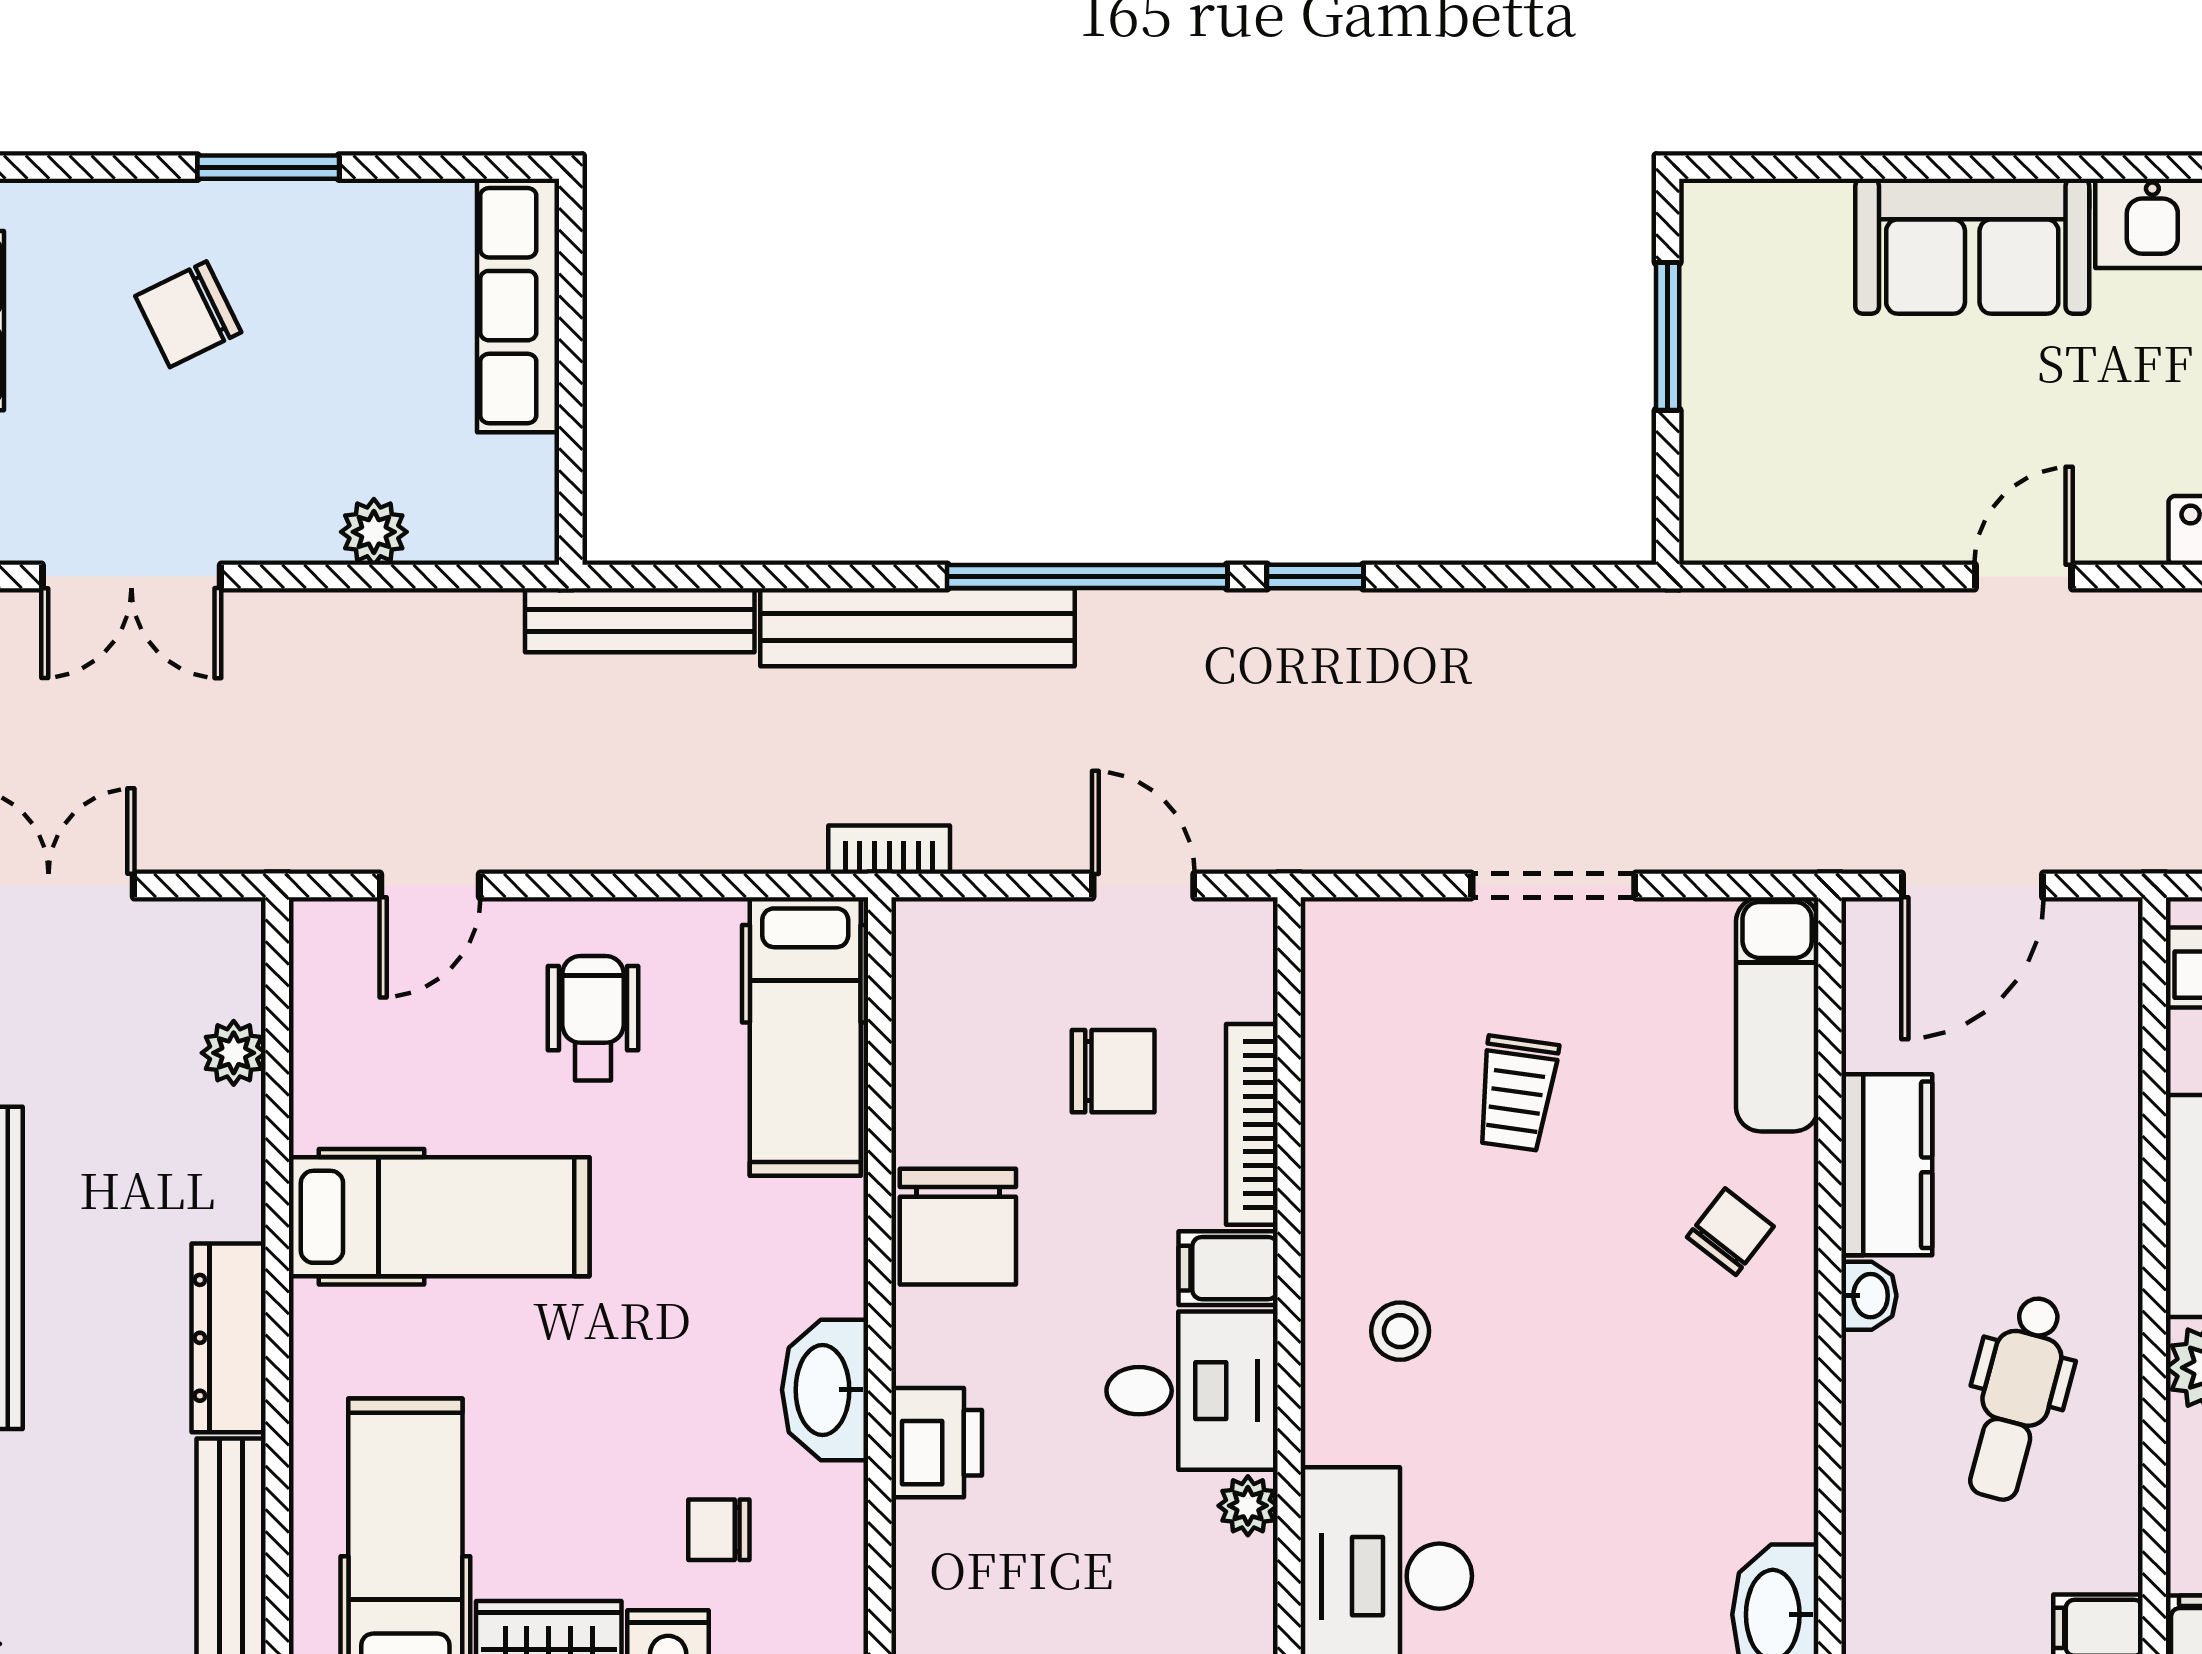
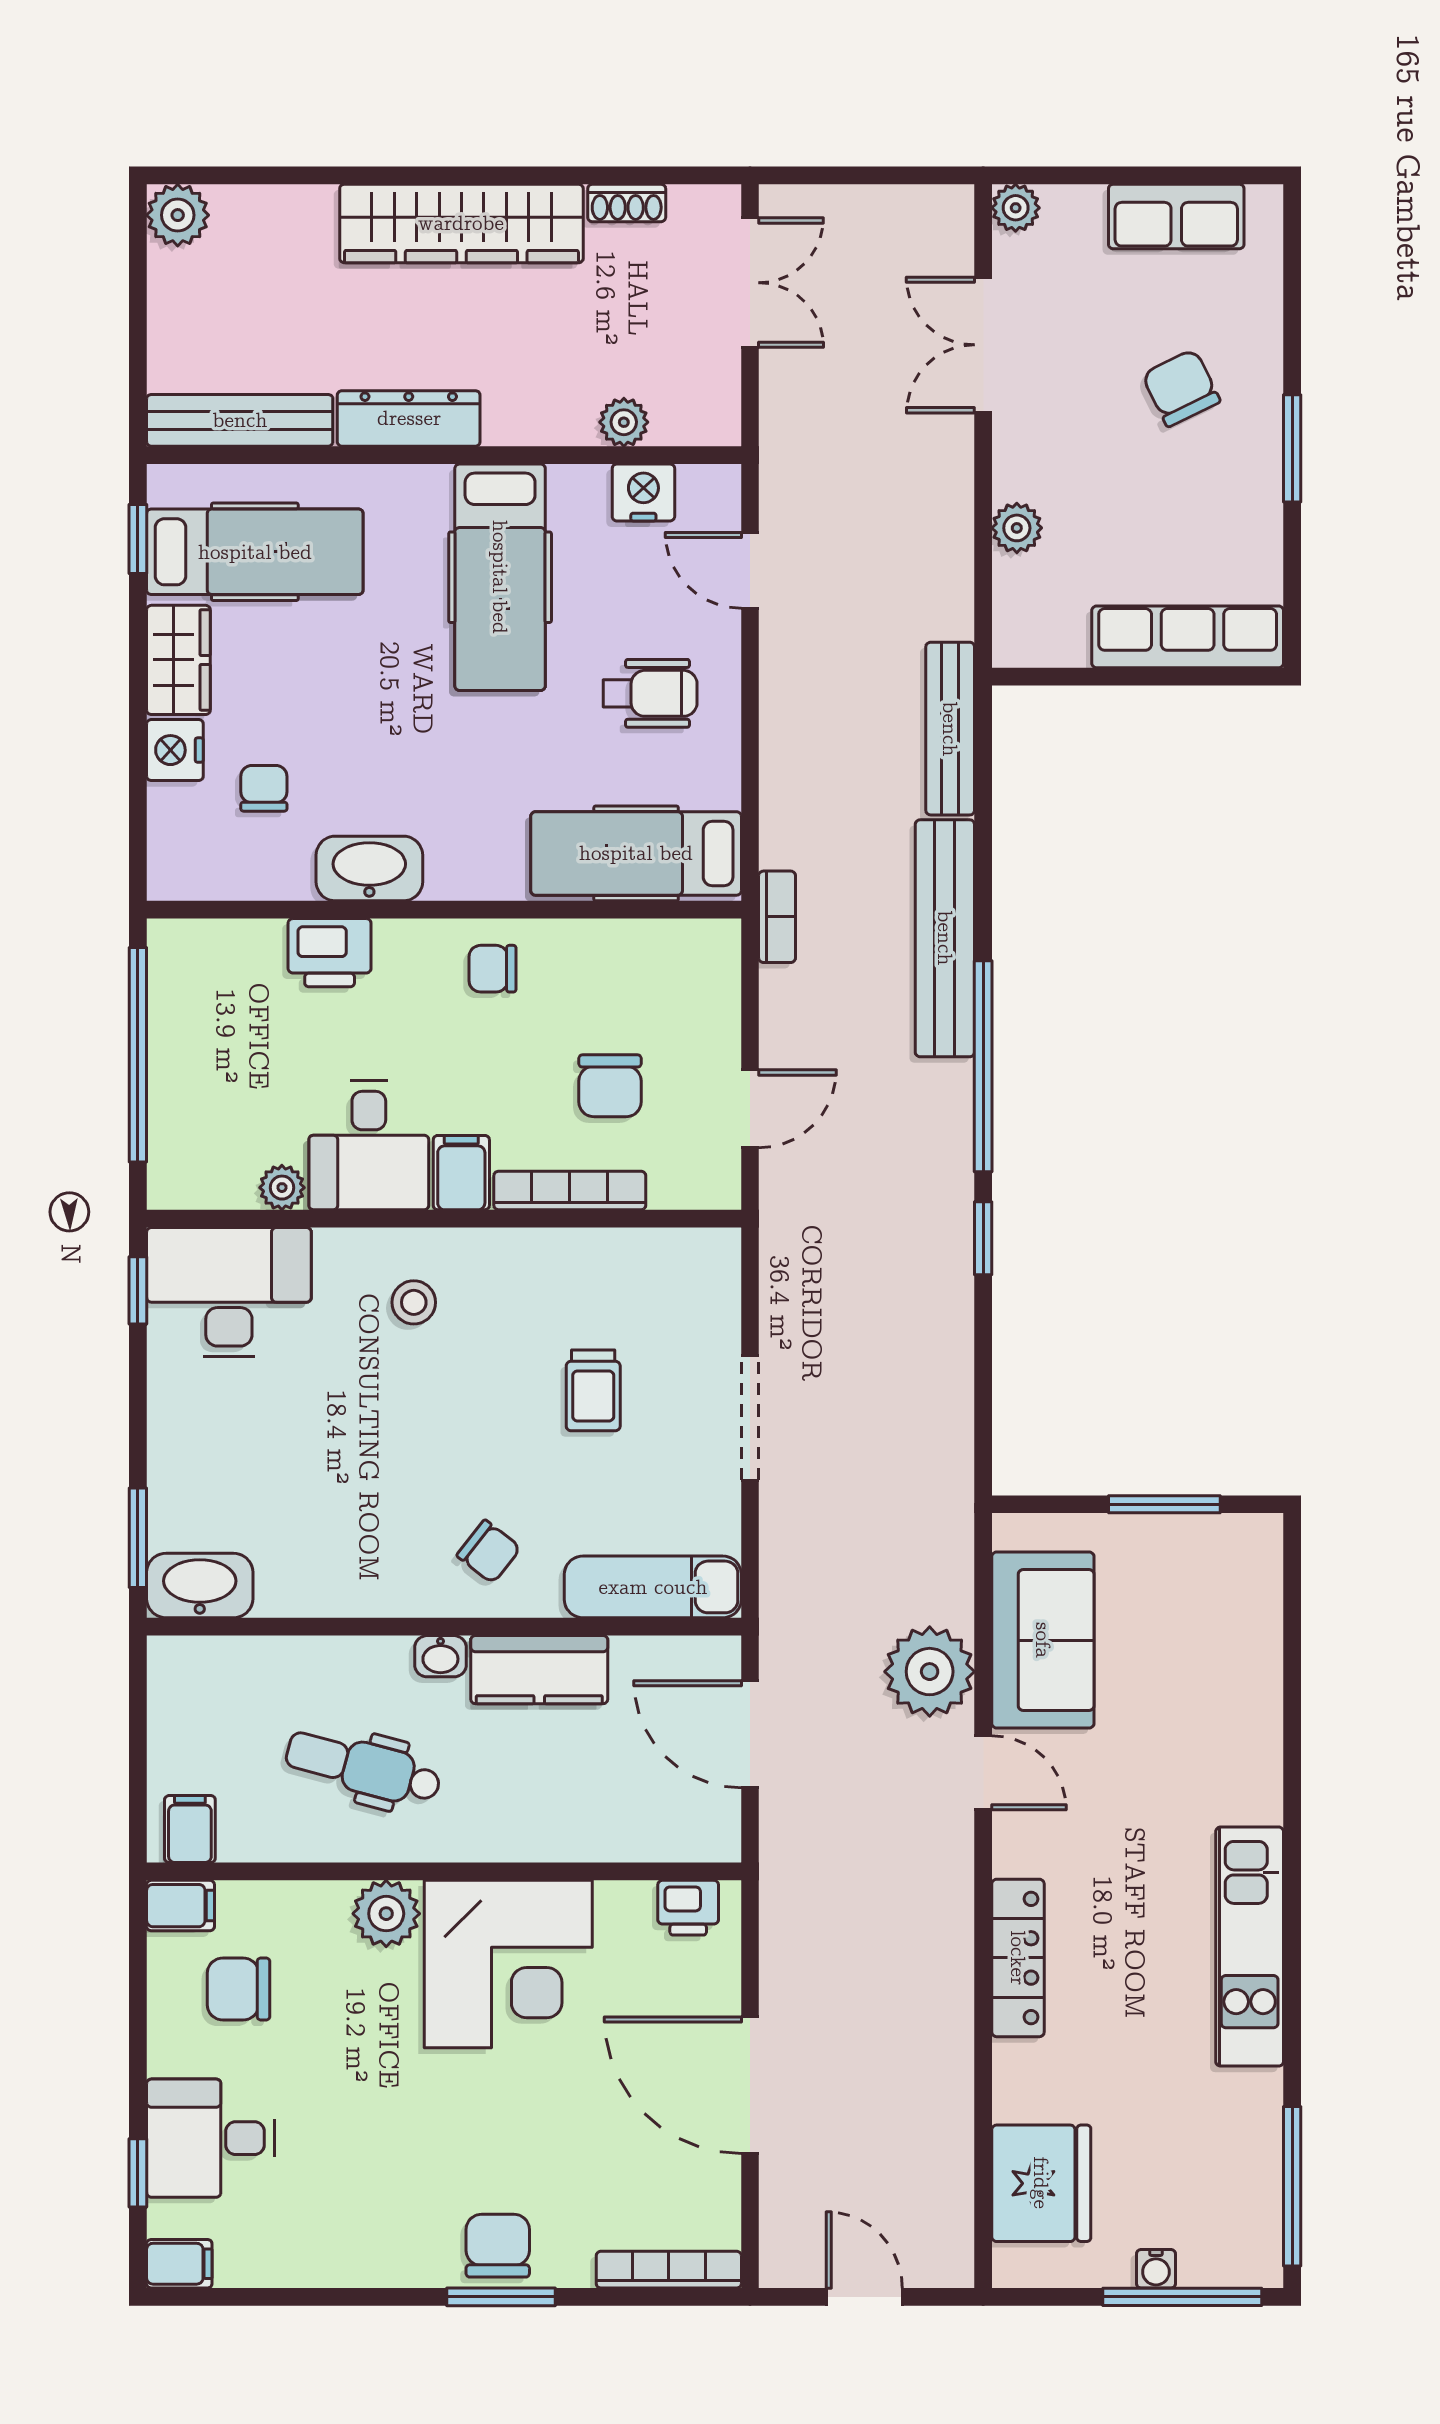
sofa: (1972, 246) -> (1043, 1640), moved, turned 180
plant: (1889, 648) -> (930, 1672), added
nightstand: (327, 1027) -> (643, 492), added
trolley: (1517, 1093) -> (593, 1390), turned -98
chair: (958, 1227) -> (493, 969), width x0.54, depth x0.54

